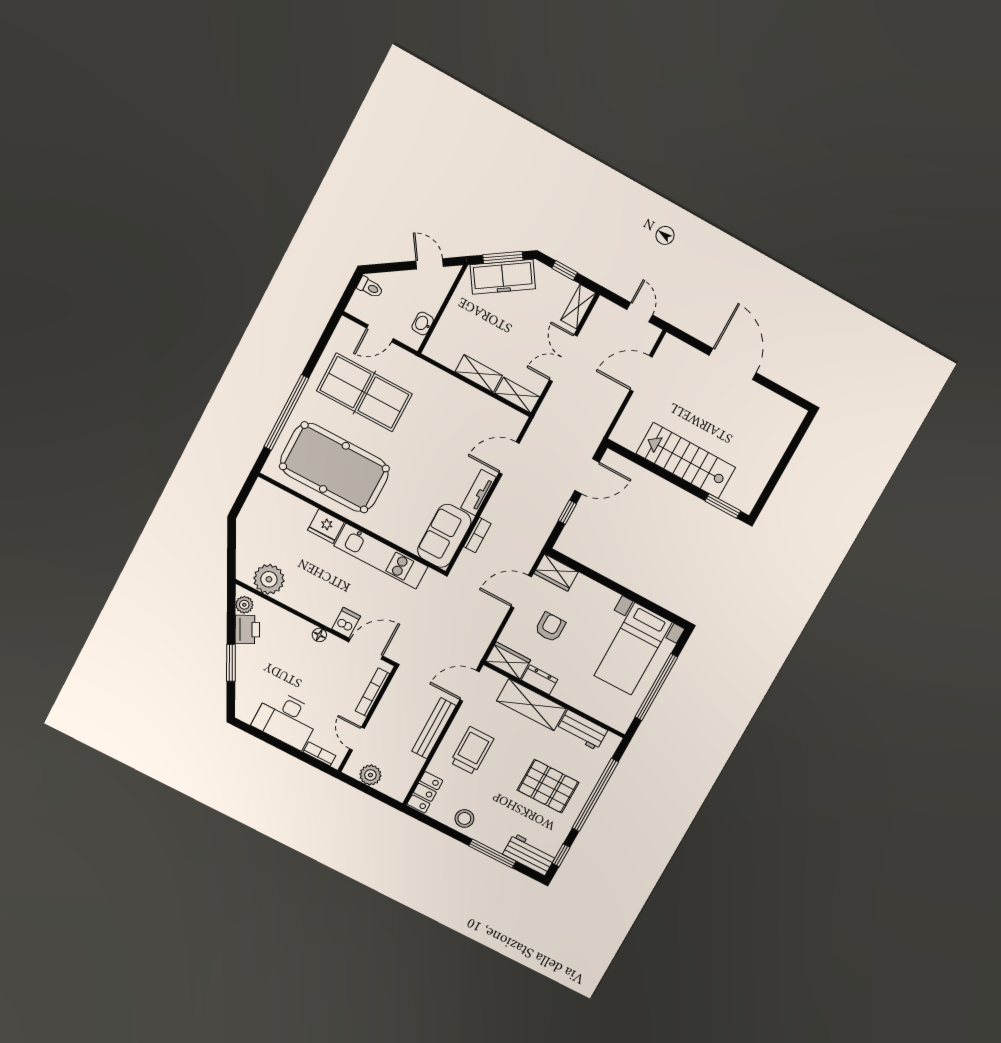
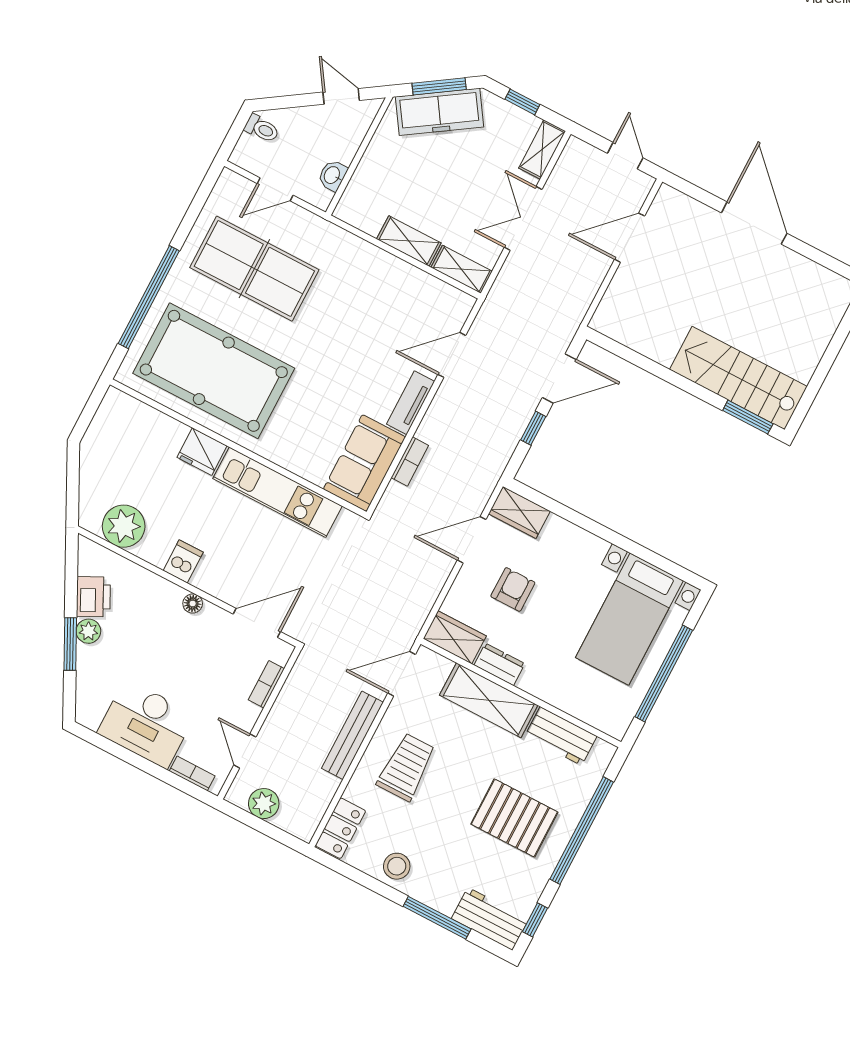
stairs: (686, 461) -> (738, 378), moved
plant: (244, 605) -> (88, 631), moved
dishwasher: (346, 623) -> (183, 561), moved
bookcase: (372, 692) -> (266, 684), width x0.64

